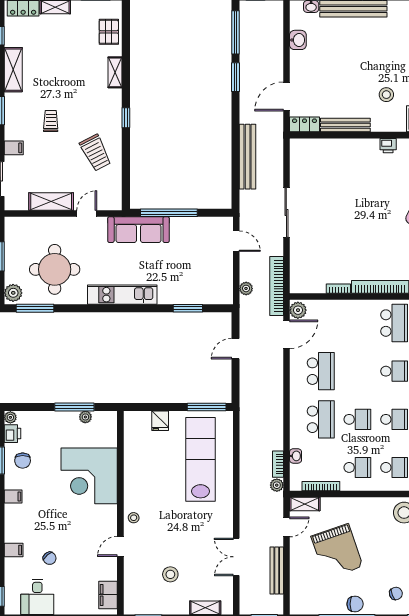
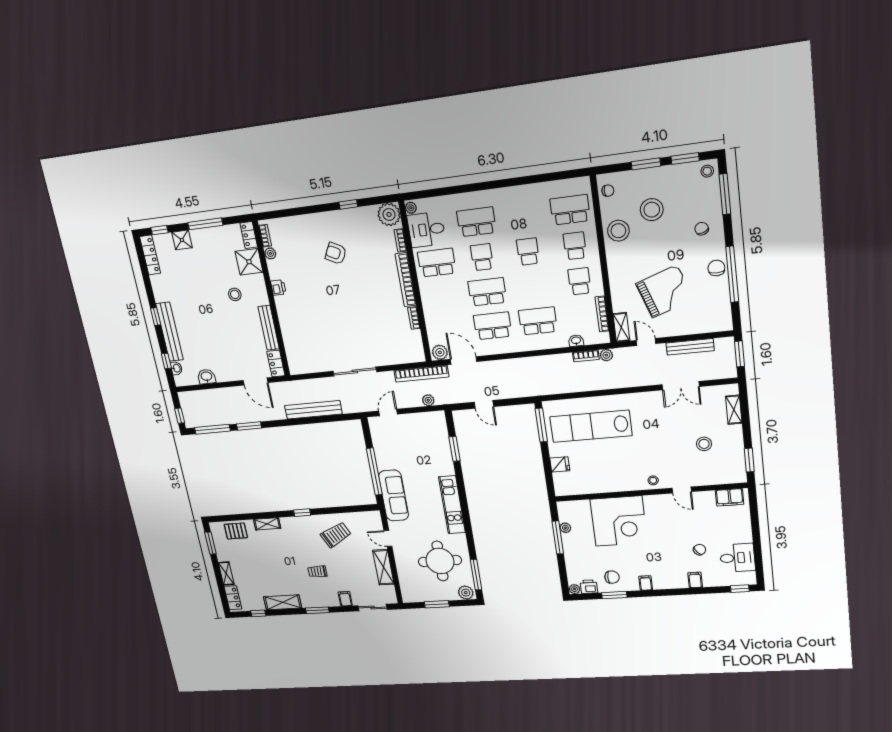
school desk: (357, 419) -> (487, 292), moved, width x1.85

